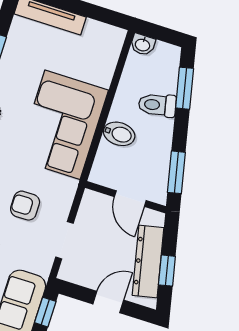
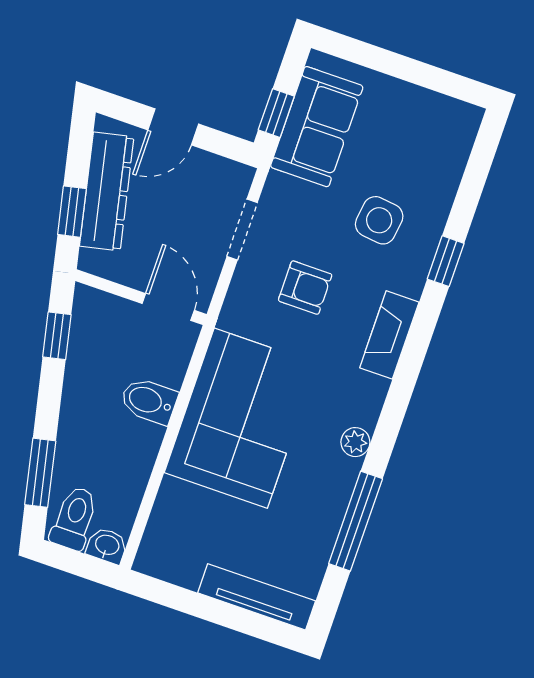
toilet: (157, 105) -> (74, 518), moved, turned -78
window: (176, 172) -> (57, 336), width x0.67
door: (130, 199) -> (168, 307), moved
window: (167, 271) -> (72, 212), moved

